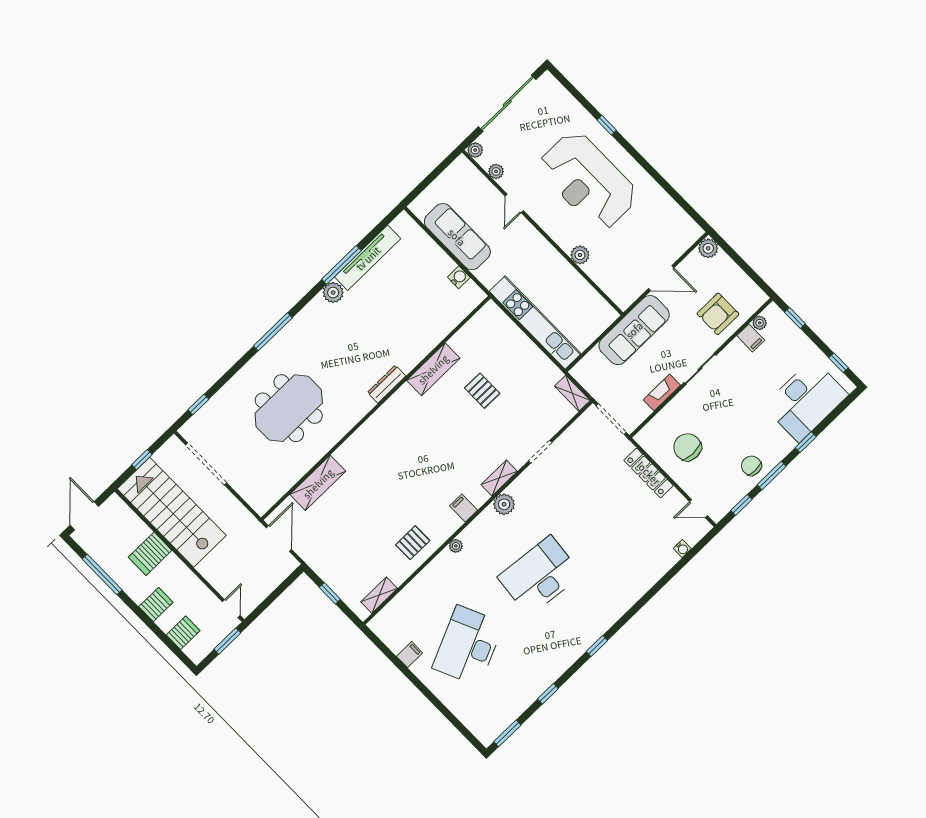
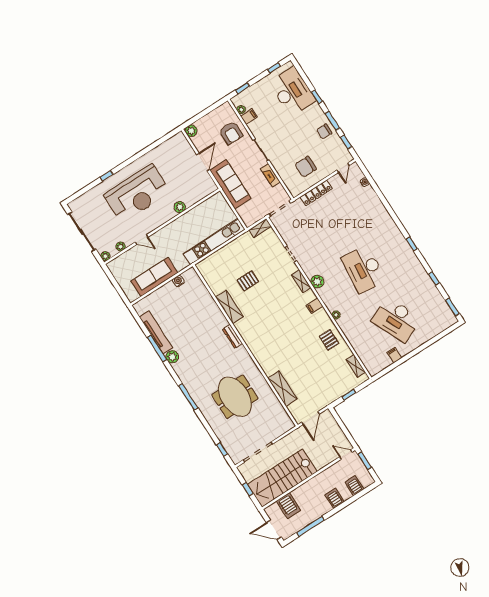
door: (279, 539) -> (310, 418), swing flipped
server rack: (150, 554) -> (288, 506), moved

